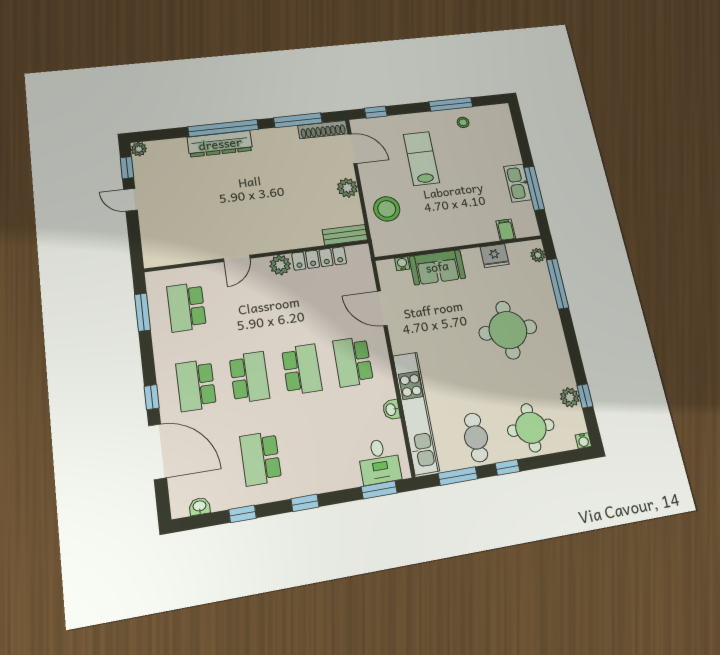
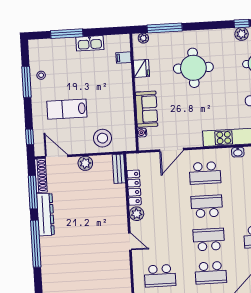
dresser: (220, 144) -> (46, 214), moved
door: (353, 149) -> (57, 156), hinge flipped
window: (534, 188) -> (67, 34), moved

